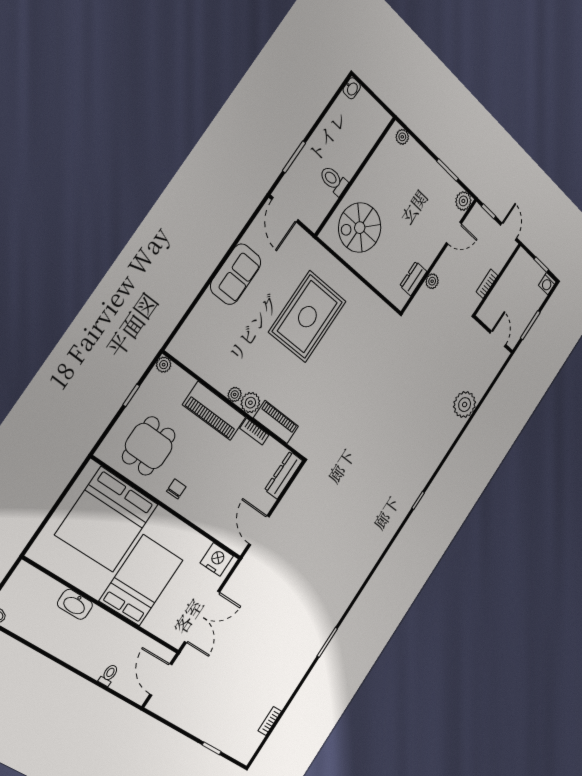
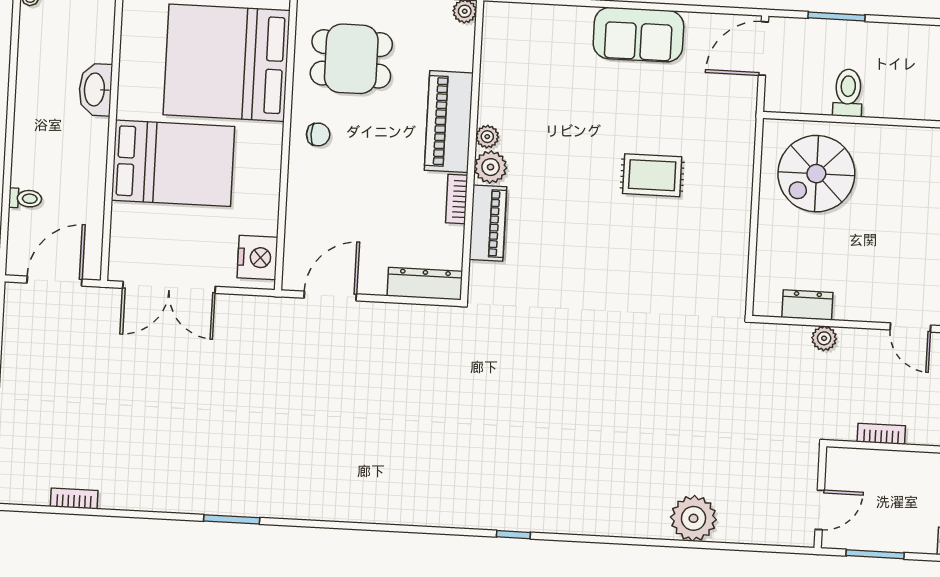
spiral stairs: (360, 228) -> (816, 174), turned -90
rug: (307, 317) -> (652, 175), width x0.54, depth x0.49

